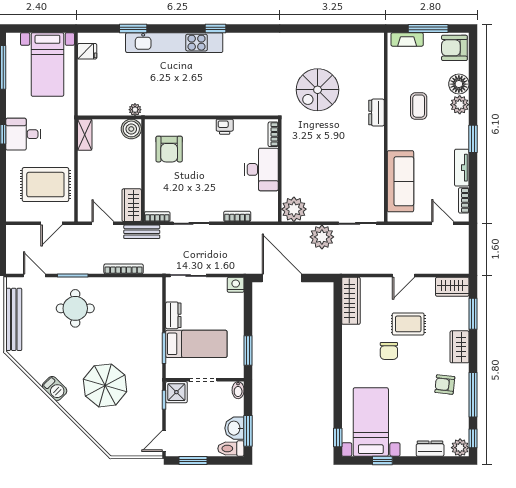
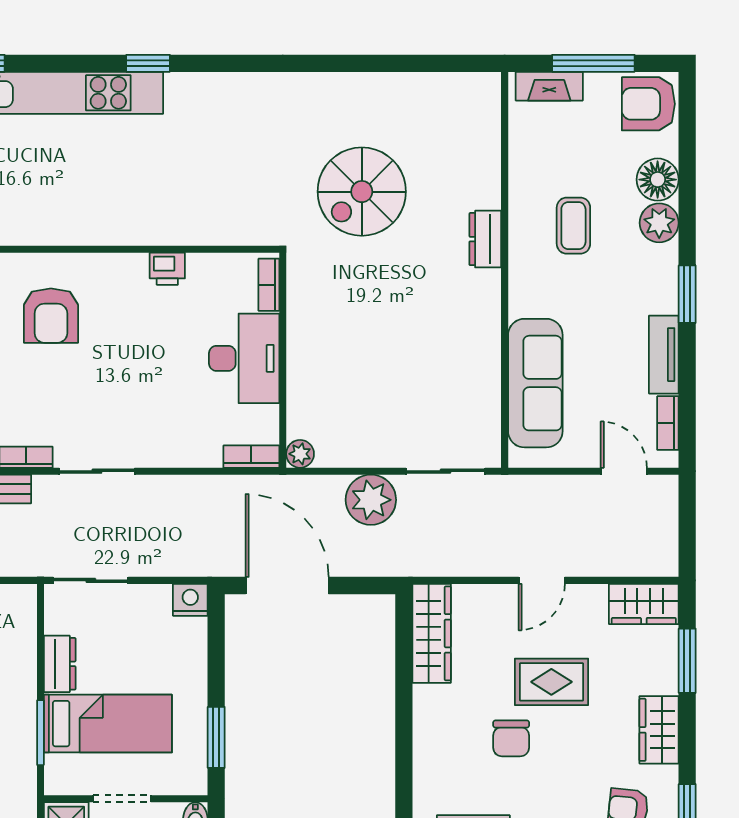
plant: (294, 209) -> (300, 454), width x0.53, depth x0.53
bookcase: (237, 216) -> (251, 457), moved

